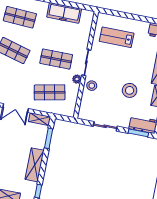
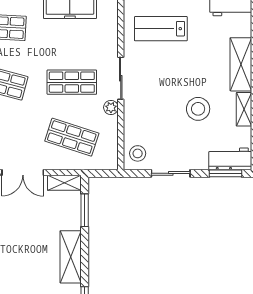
stool: (92, 86) -> (138, 153), moved
shop shelf: (50, 92) -> (72, 137), turned 30

